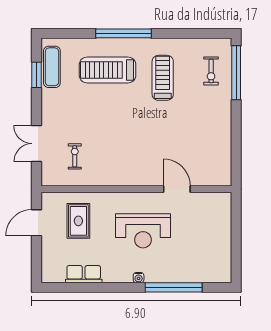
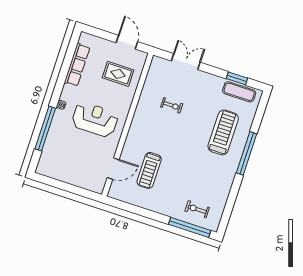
treadmill: (163, 78) -> (149, 170), moved, turned 90
exercise bike: (75, 156) -> (172, 105), moved
door: (177, 189) -> (113, 169), moved
reception desk: (143, 231) -> (95, 119), turned 90
row of seats: (84, 274) -> (77, 65), width x1.48

